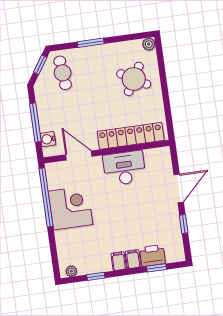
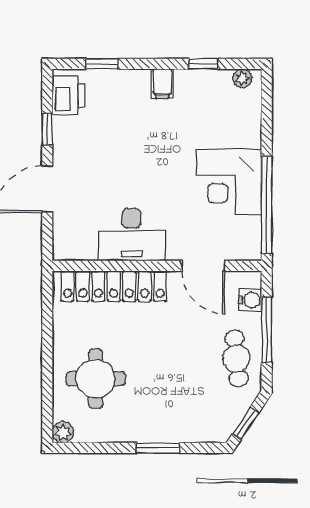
cafe table: (63, 73) -> (237, 358), moved
round table: (134, 79) -> (96, 379), turned -30
printer: (152, 256) -> (68, 95), moved, turned -90
filing cabinet: (133, 259) -> (138, 84), removed

